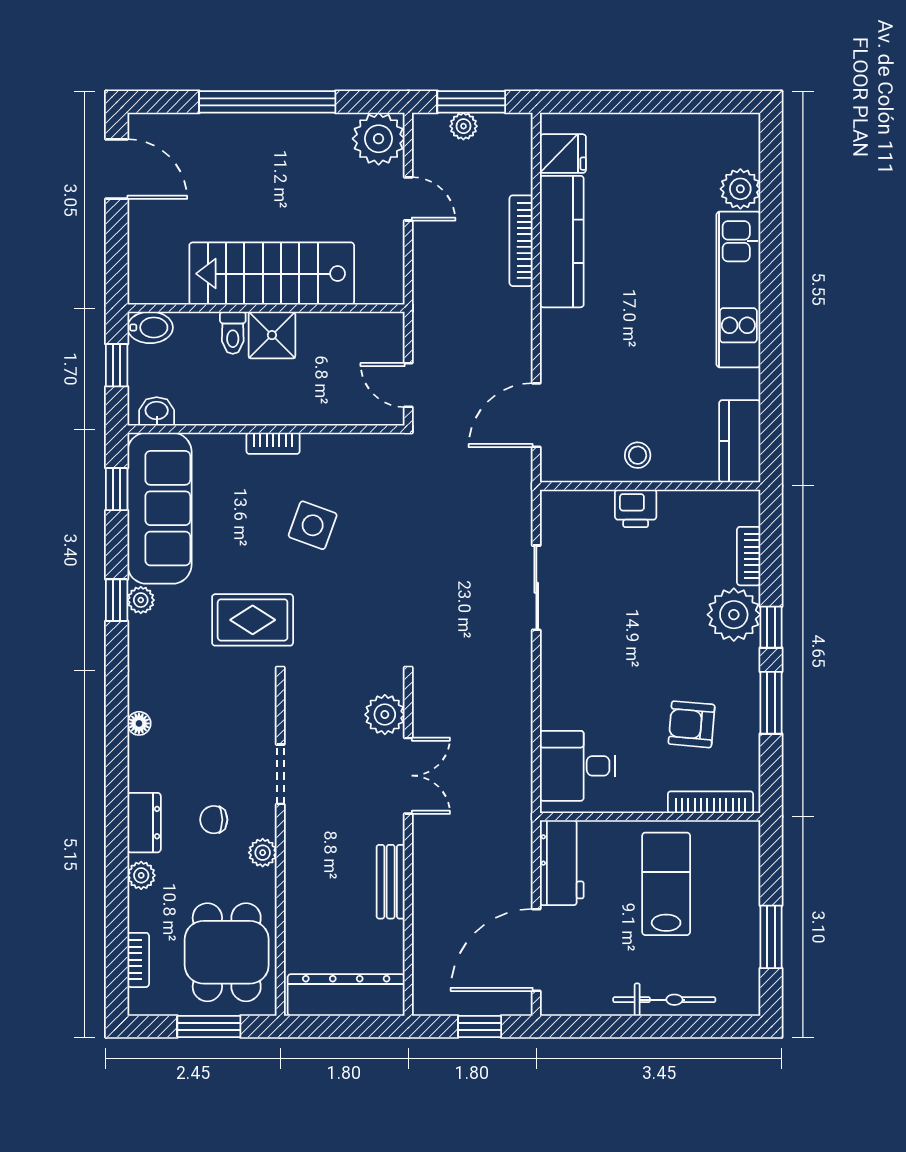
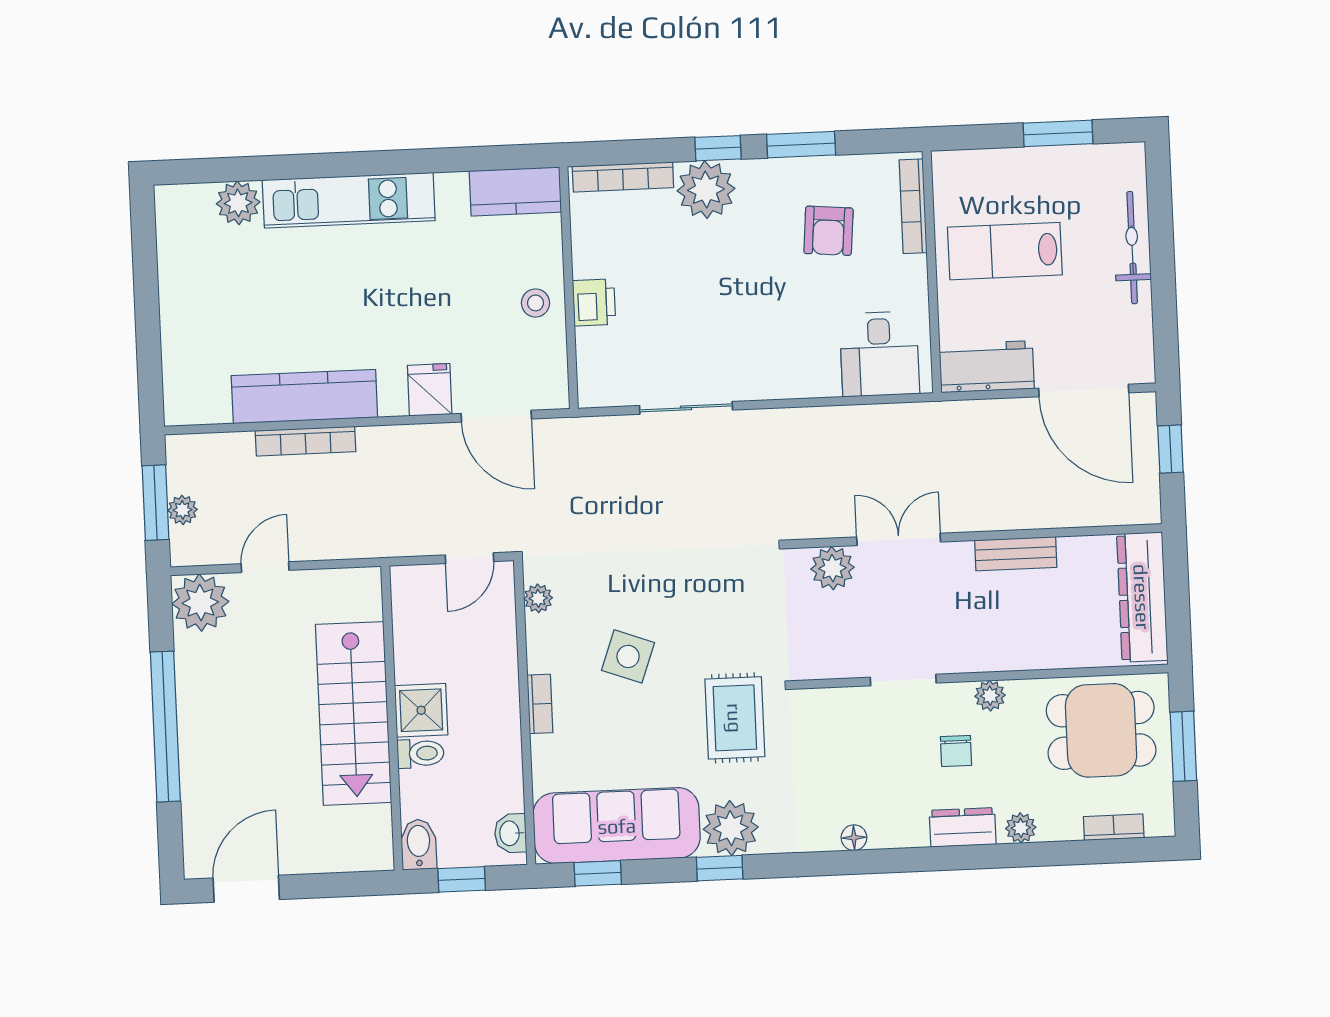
fridge: (563, 154) -> (430, 390), moved
plant: (369, 446) -> (538, 598), added
bookcase: (749, 556) -> (623, 177), width x1.56
plant: (141, 600) -> (731, 828), width x1.87, depth x1.87

